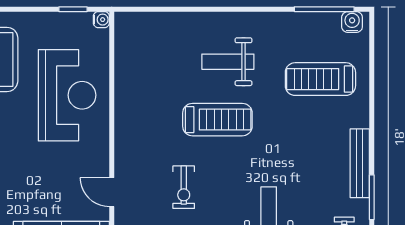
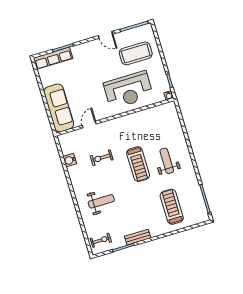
water cooler: (352, 22) -> (203, 214), removed
bench: (360, 163) -> (138, 237), width x0.73

